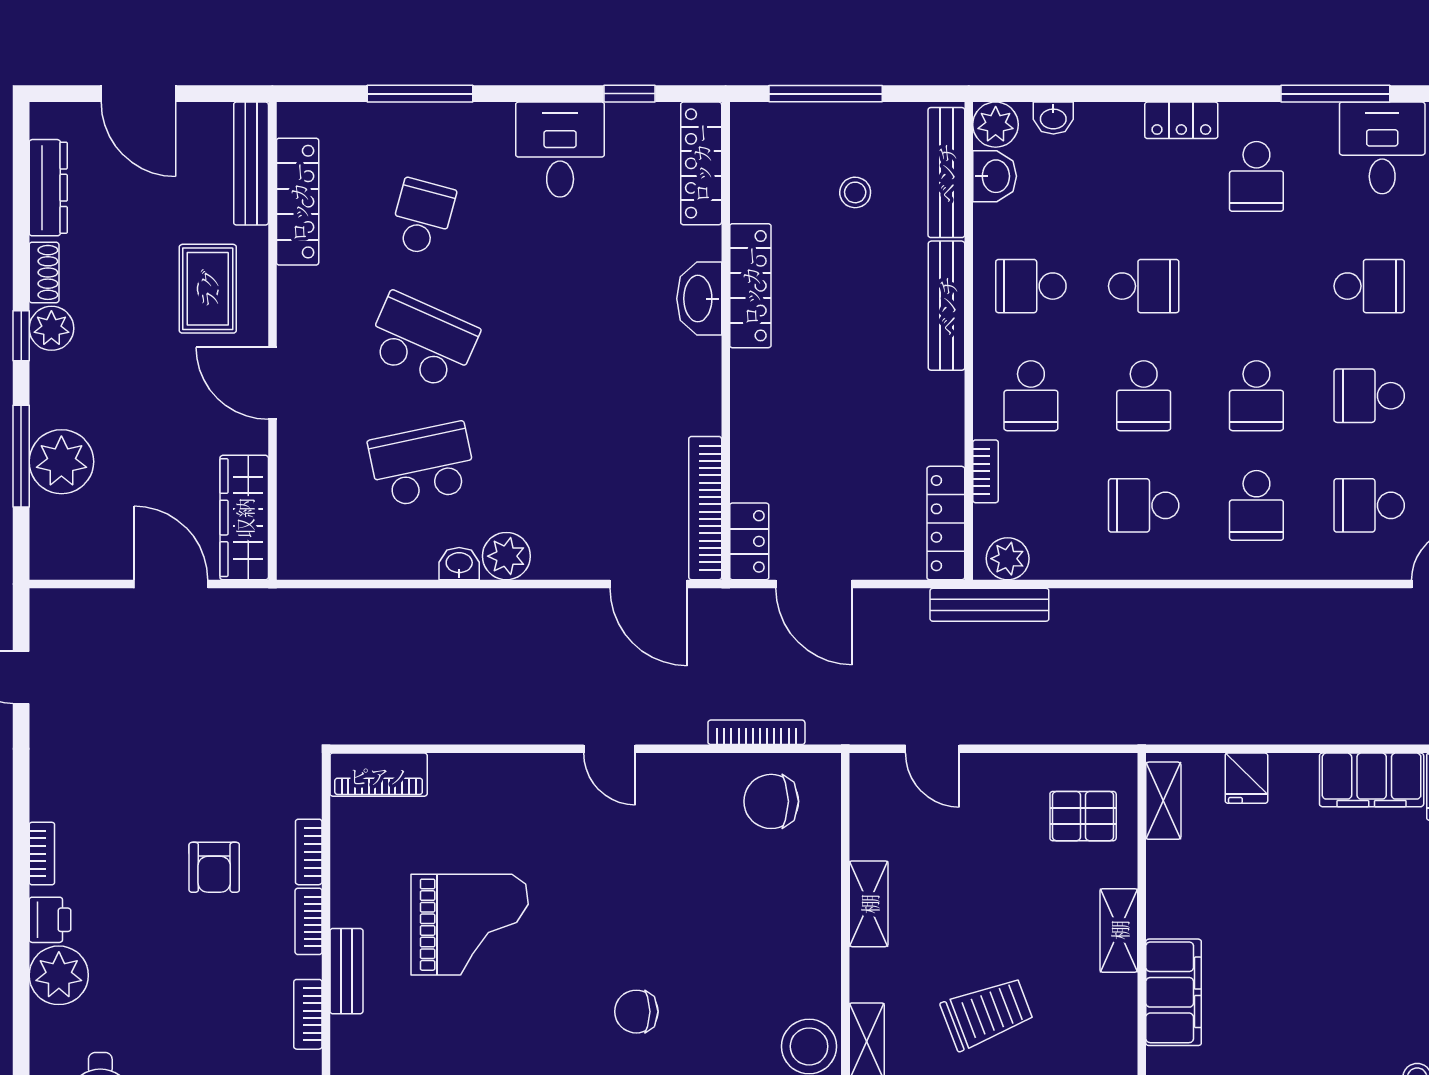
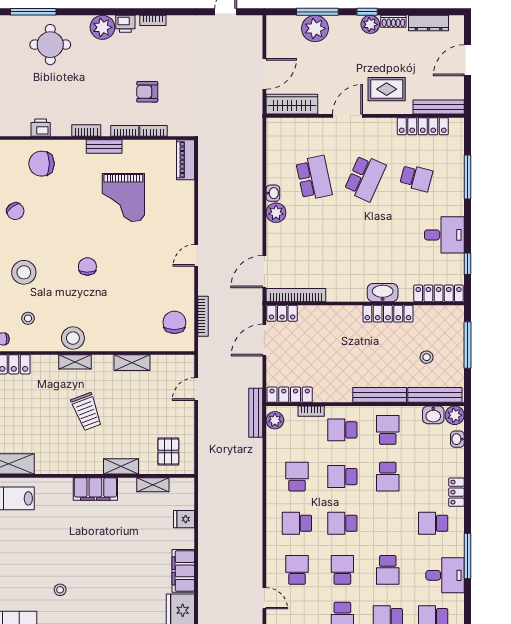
shelving: (1163, 801) -> (153, 485), moved

